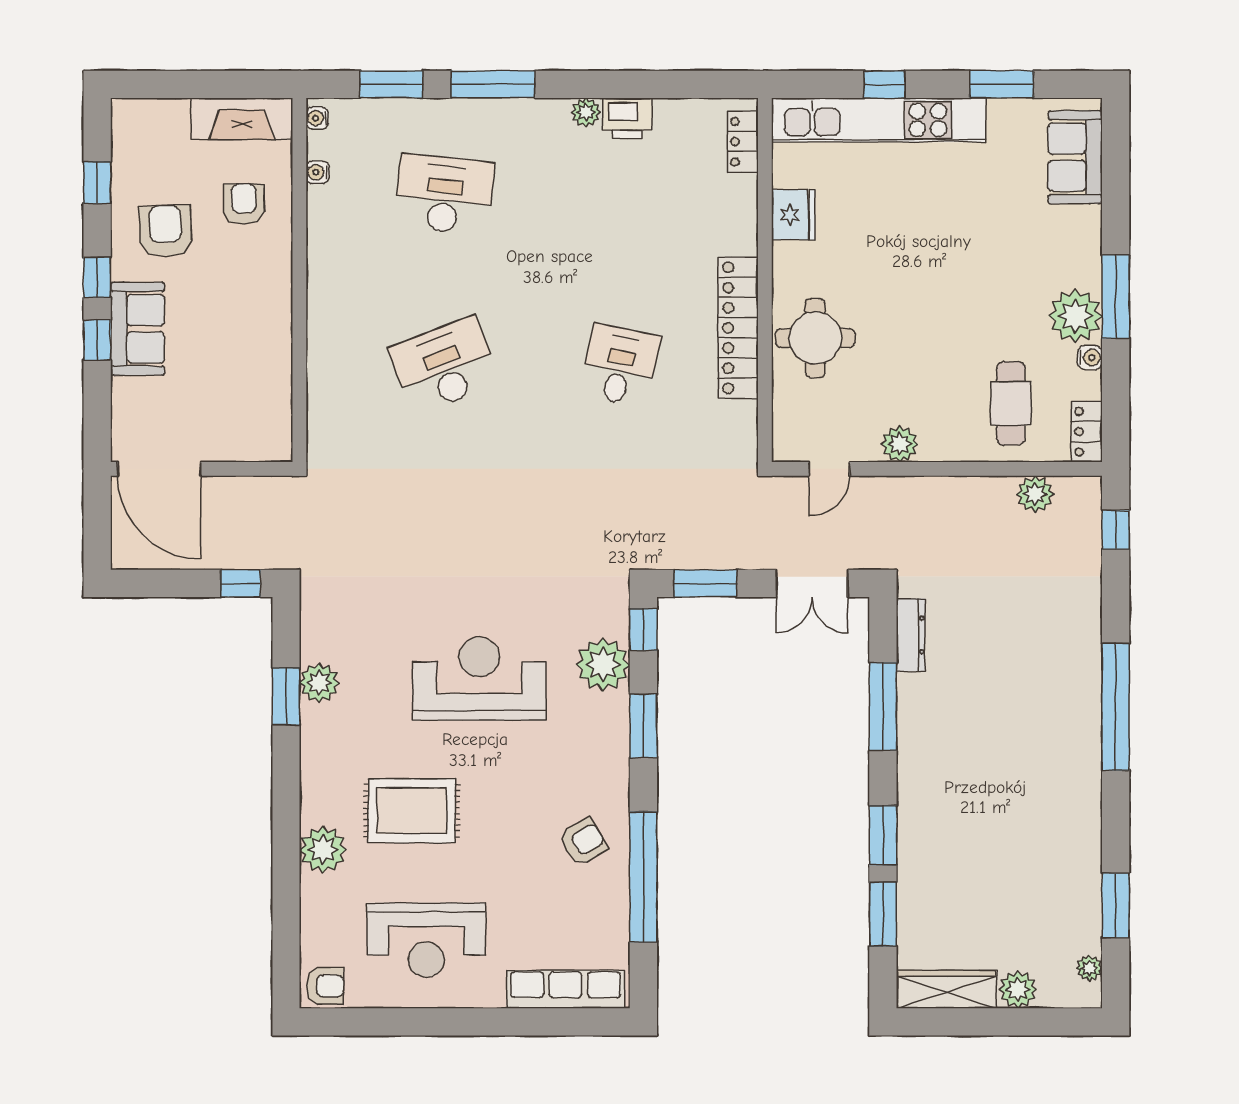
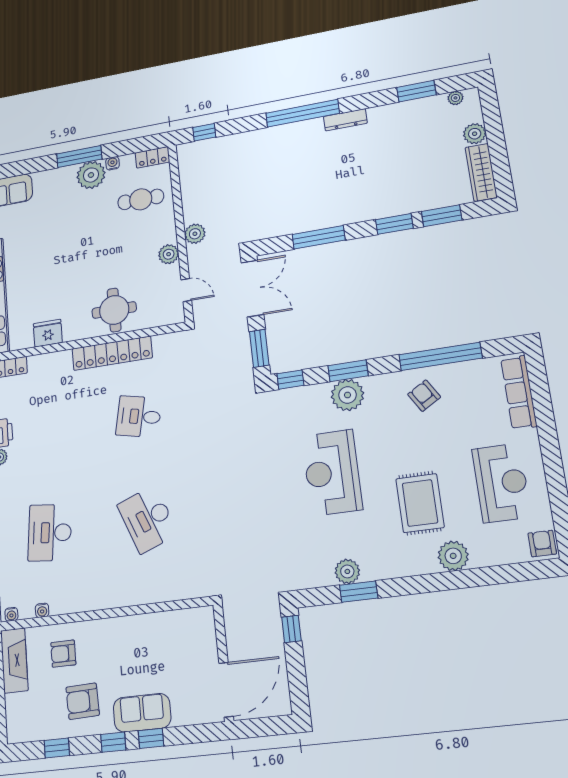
plant: (1035, 494) -> (195, 234), moved
double door: (812, 583) -> (252, 288), width x1.37
dresser: (911, 635) -> (345, 120), moved, turned 180
plant: (603, 665) -> (348, 395), moved

